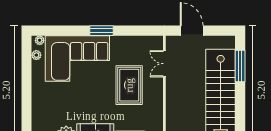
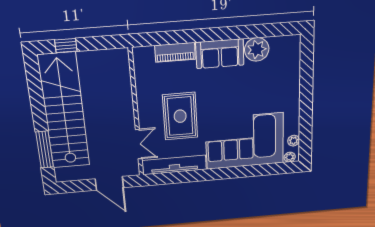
window: (102, 31) -> (217, 174), removed
tv unit: (137, 42) -> (174, 165), added

